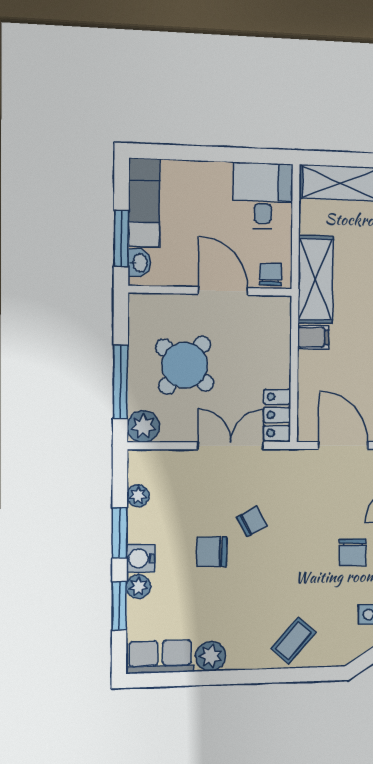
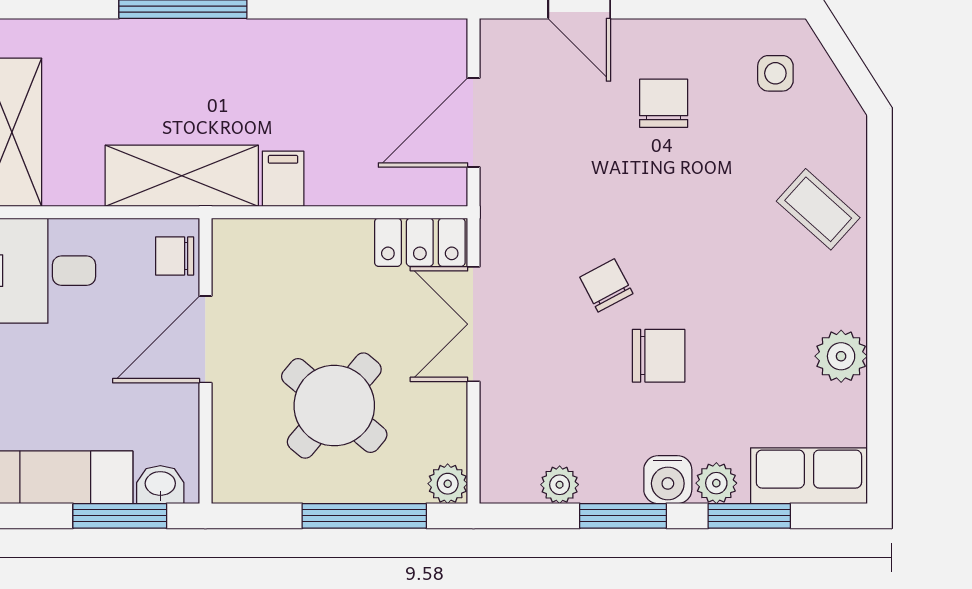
plant: (143, 426) -> (448, 484), width x0.73, depth x0.73
chair: (212, 552) -> (659, 356), turned -90
chair: (353, 552) -> (664, 103), turned -90
row of seats: (160, 657) -> (809, 476), moved, turned 90

